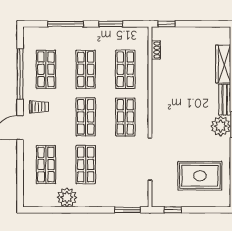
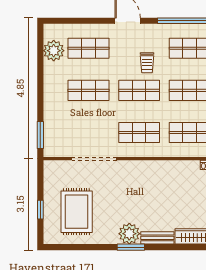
trolley: (39, 107) -> (147, 63), moved
plant: (67, 197) -> (54, 51), moved
window: (173, 210) -> (40, 210), moved

